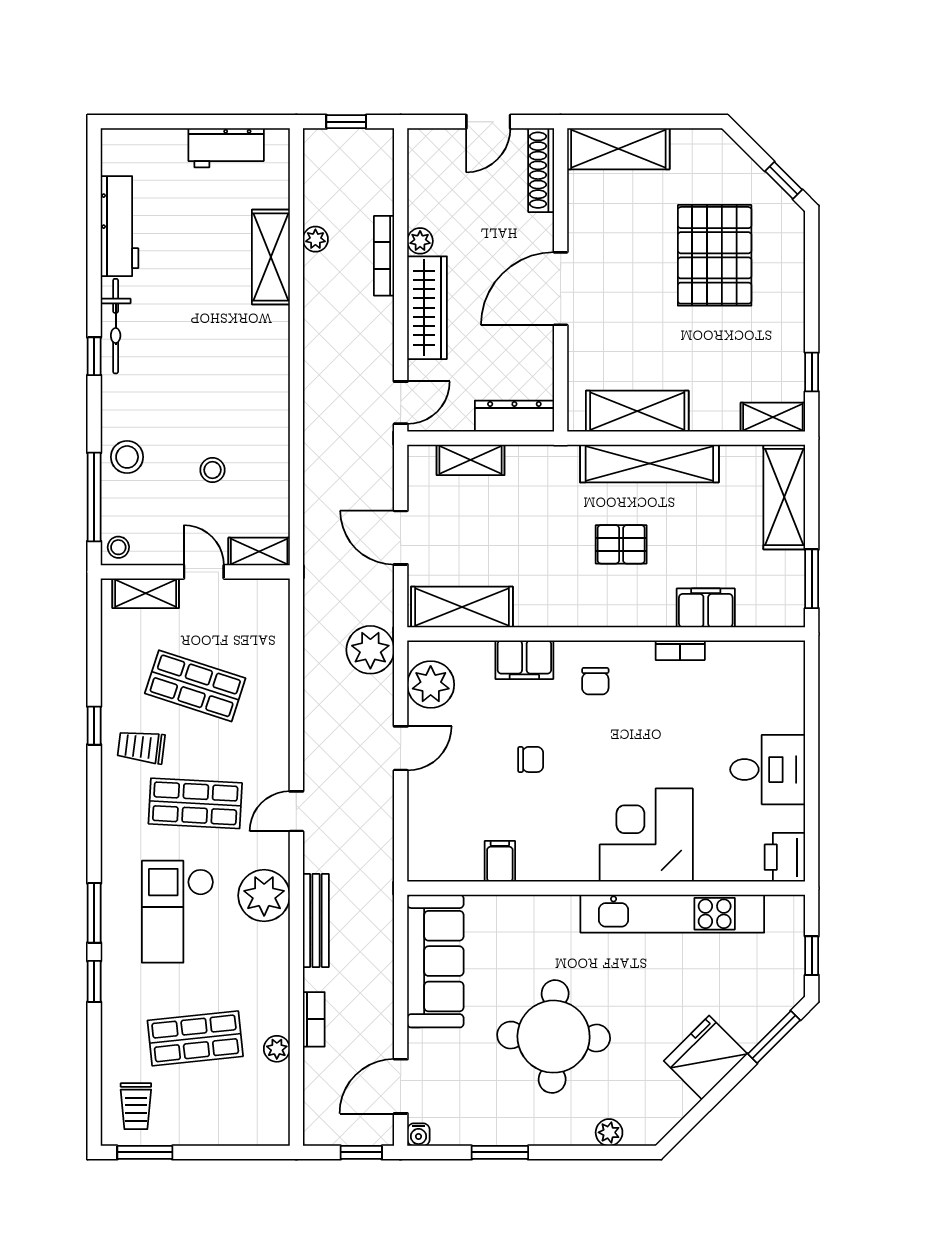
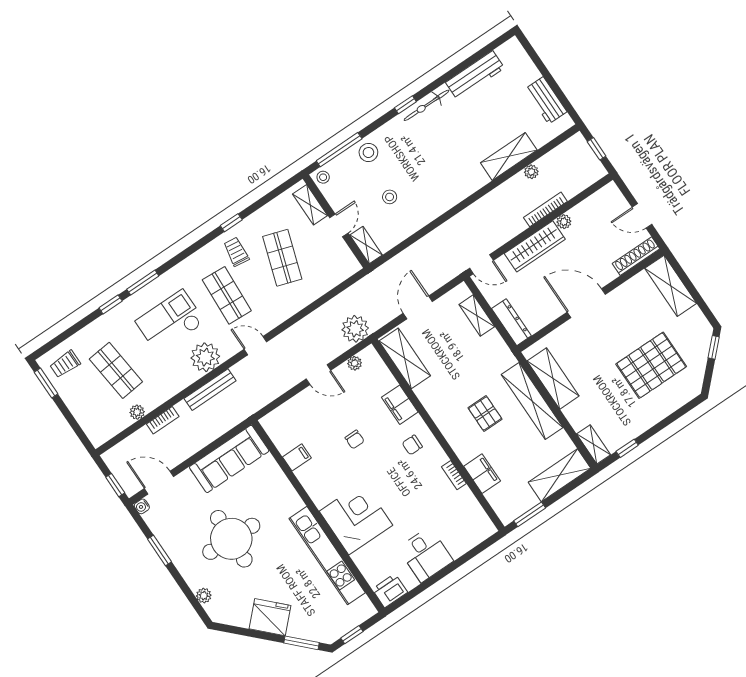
window: (784, 180) -> (714, 347), moved
plant: (431, 685) -> (355, 363), width x0.53, depth x0.53

